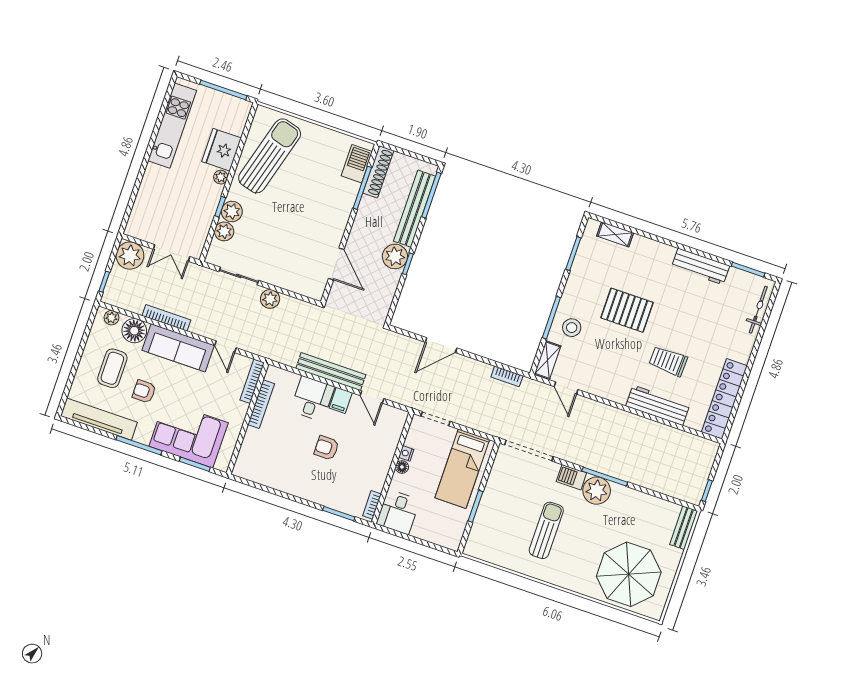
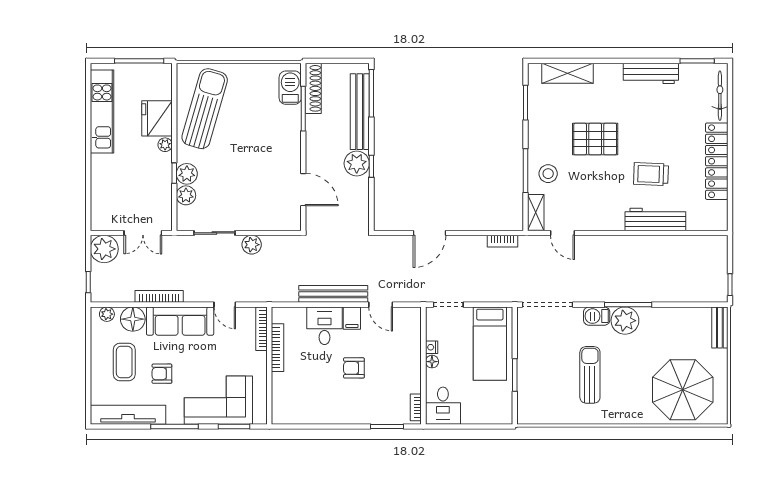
shelving: (615, 234) -> (568, 73), width x1.50, depth x1.33
locker: (724, 399) -> (717, 161), moved

